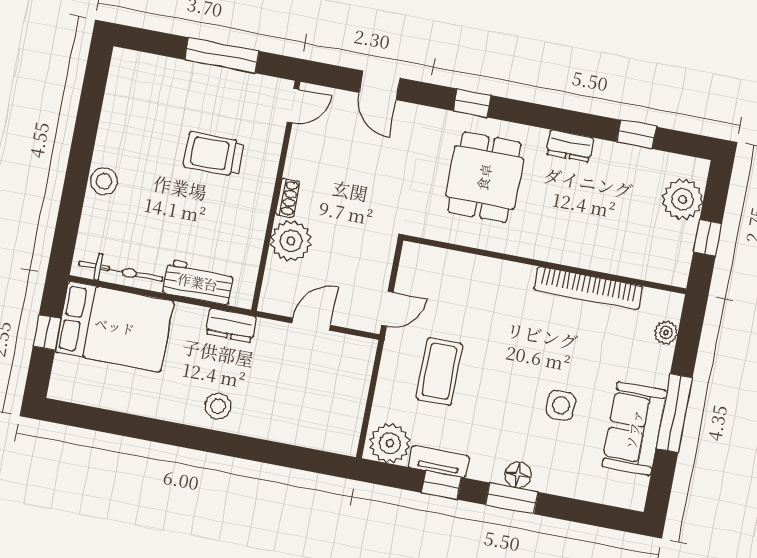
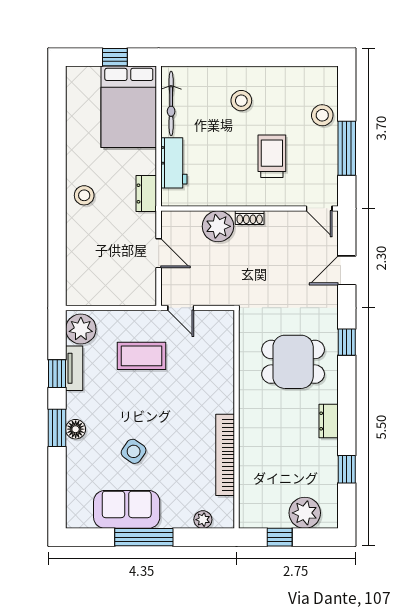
stool: (173, 79) -> (322, 115), added
stool: (104, 181) -> (241, 101), moved
side table: (561, 405) -> (134, 451), turned 35

